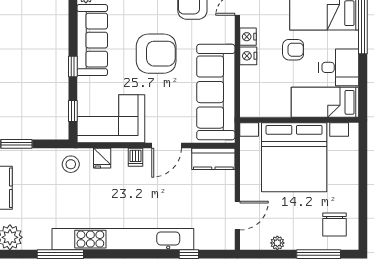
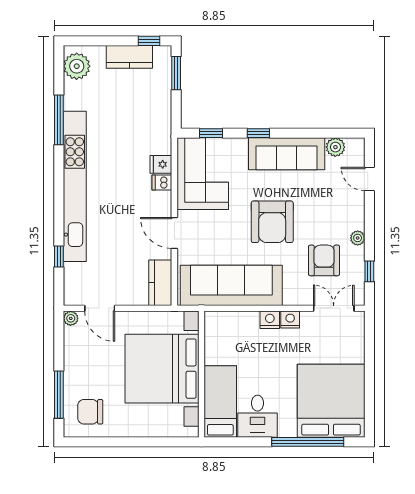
armchair: (293, 50) -> (276, 368), removed
dishwasher: (136, 157) -> (162, 182), moved
stool: (71, 164) -> (154, 131), removed
plant: (277, 243) -> (71, 318), moved

